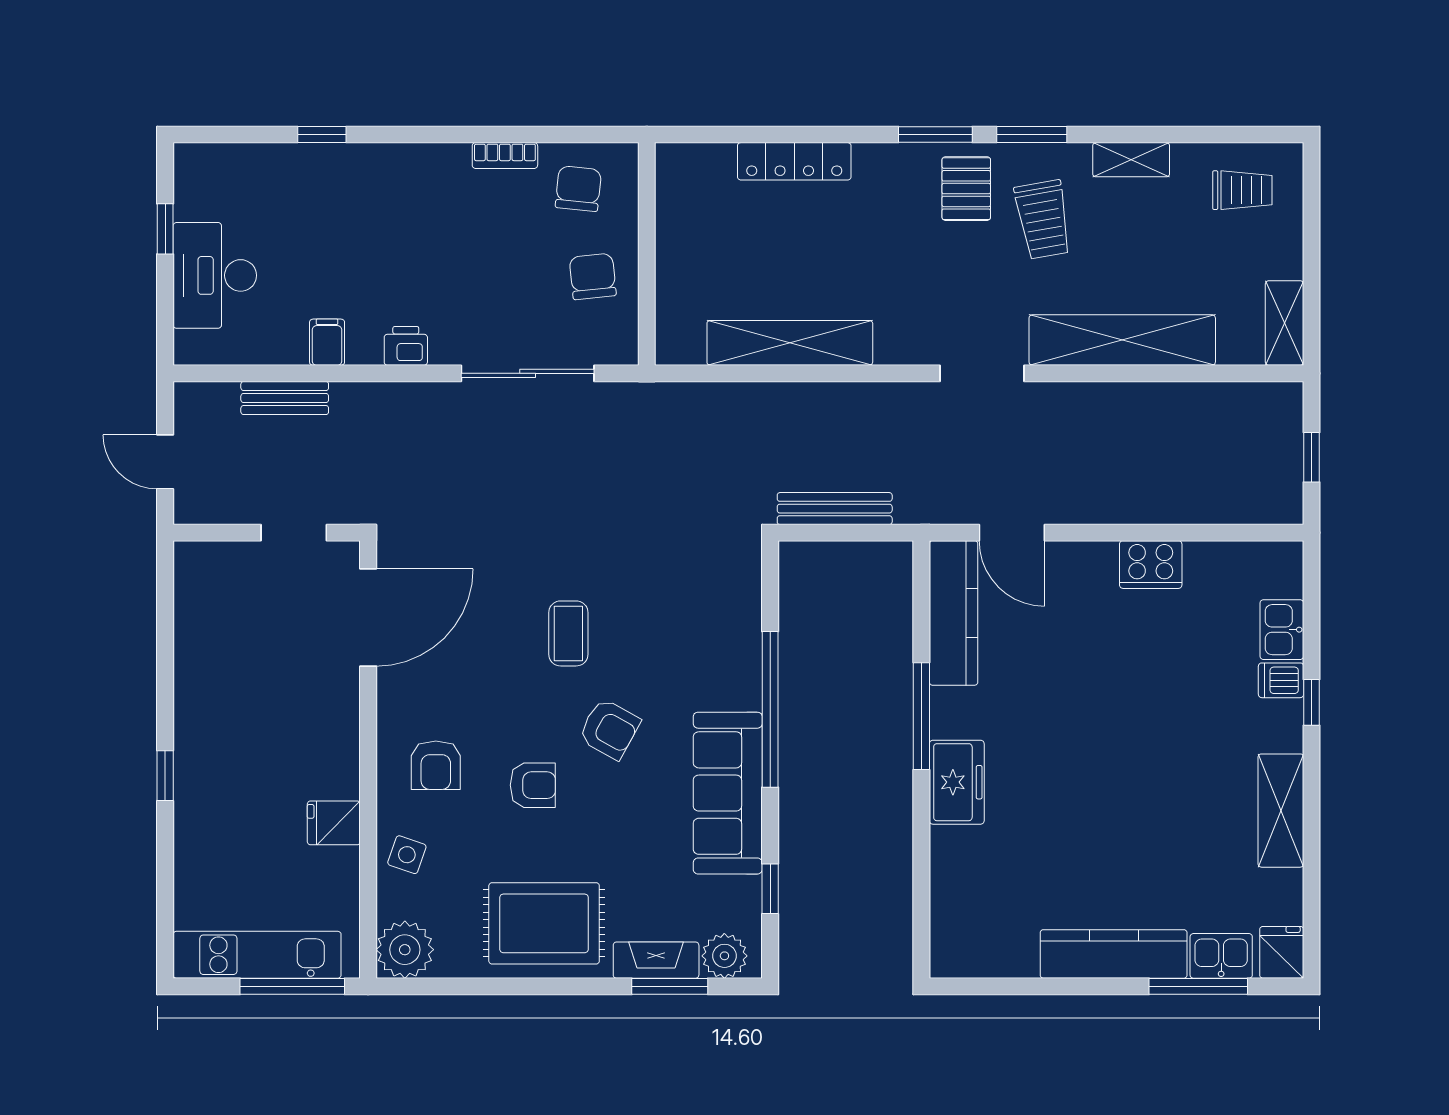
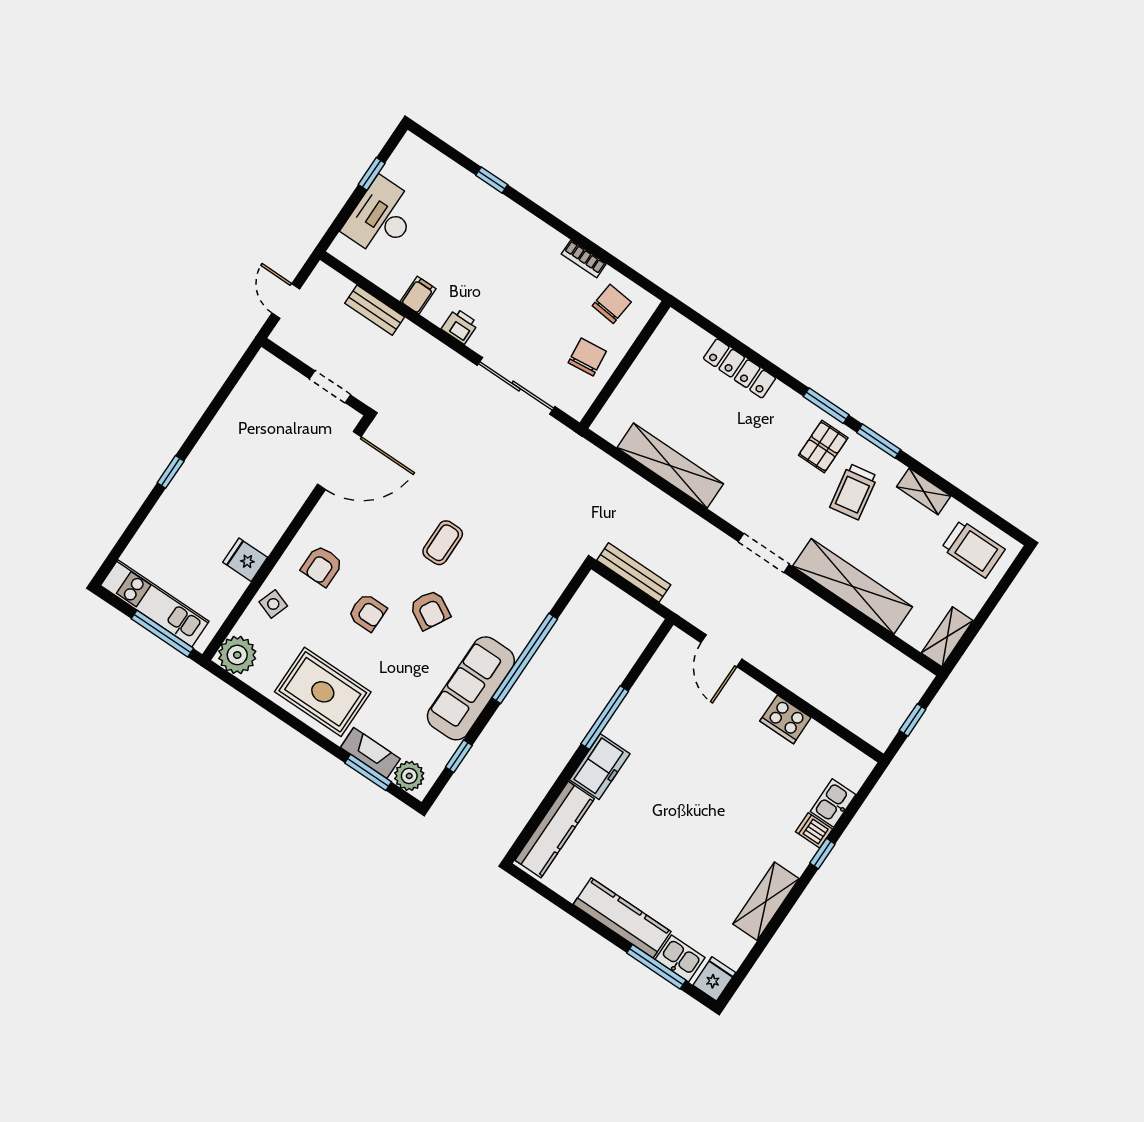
trolley: (1242, 190) -> (973, 549), width x1.36, depth x1.39
kitchen counter: (954, 613) -> (555, 830), moved

